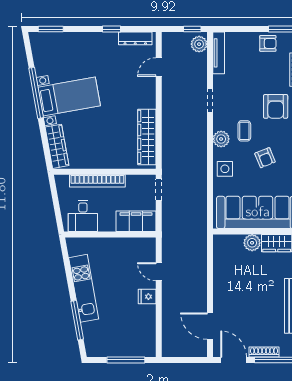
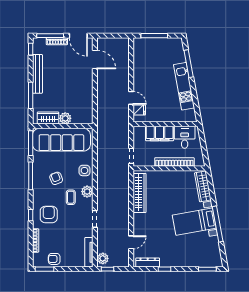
filing cabinet: (136, 221) -> (160, 133), moved
fridge: (147, 297) -> (139, 110), moved

